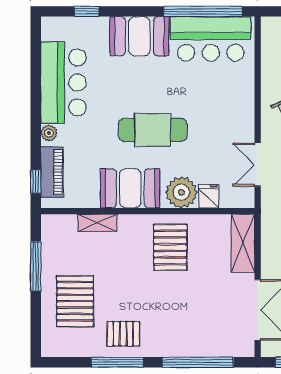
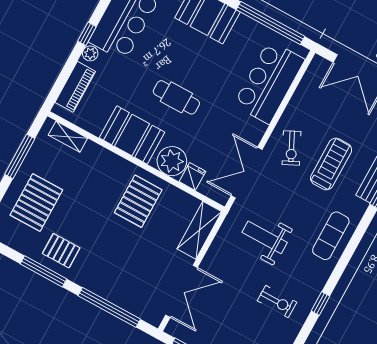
bar counter: (211, 39) -> (269, 82), moved, turned 90
cafe table: (153, 130) -> (176, 97), width x0.73, depth x0.74
double door: (258, 165) -> (247, 173), width x1.37
window: (36, 181) -> (87, 34), moved
shelving: (97, 223) -> (68, 137), moved

